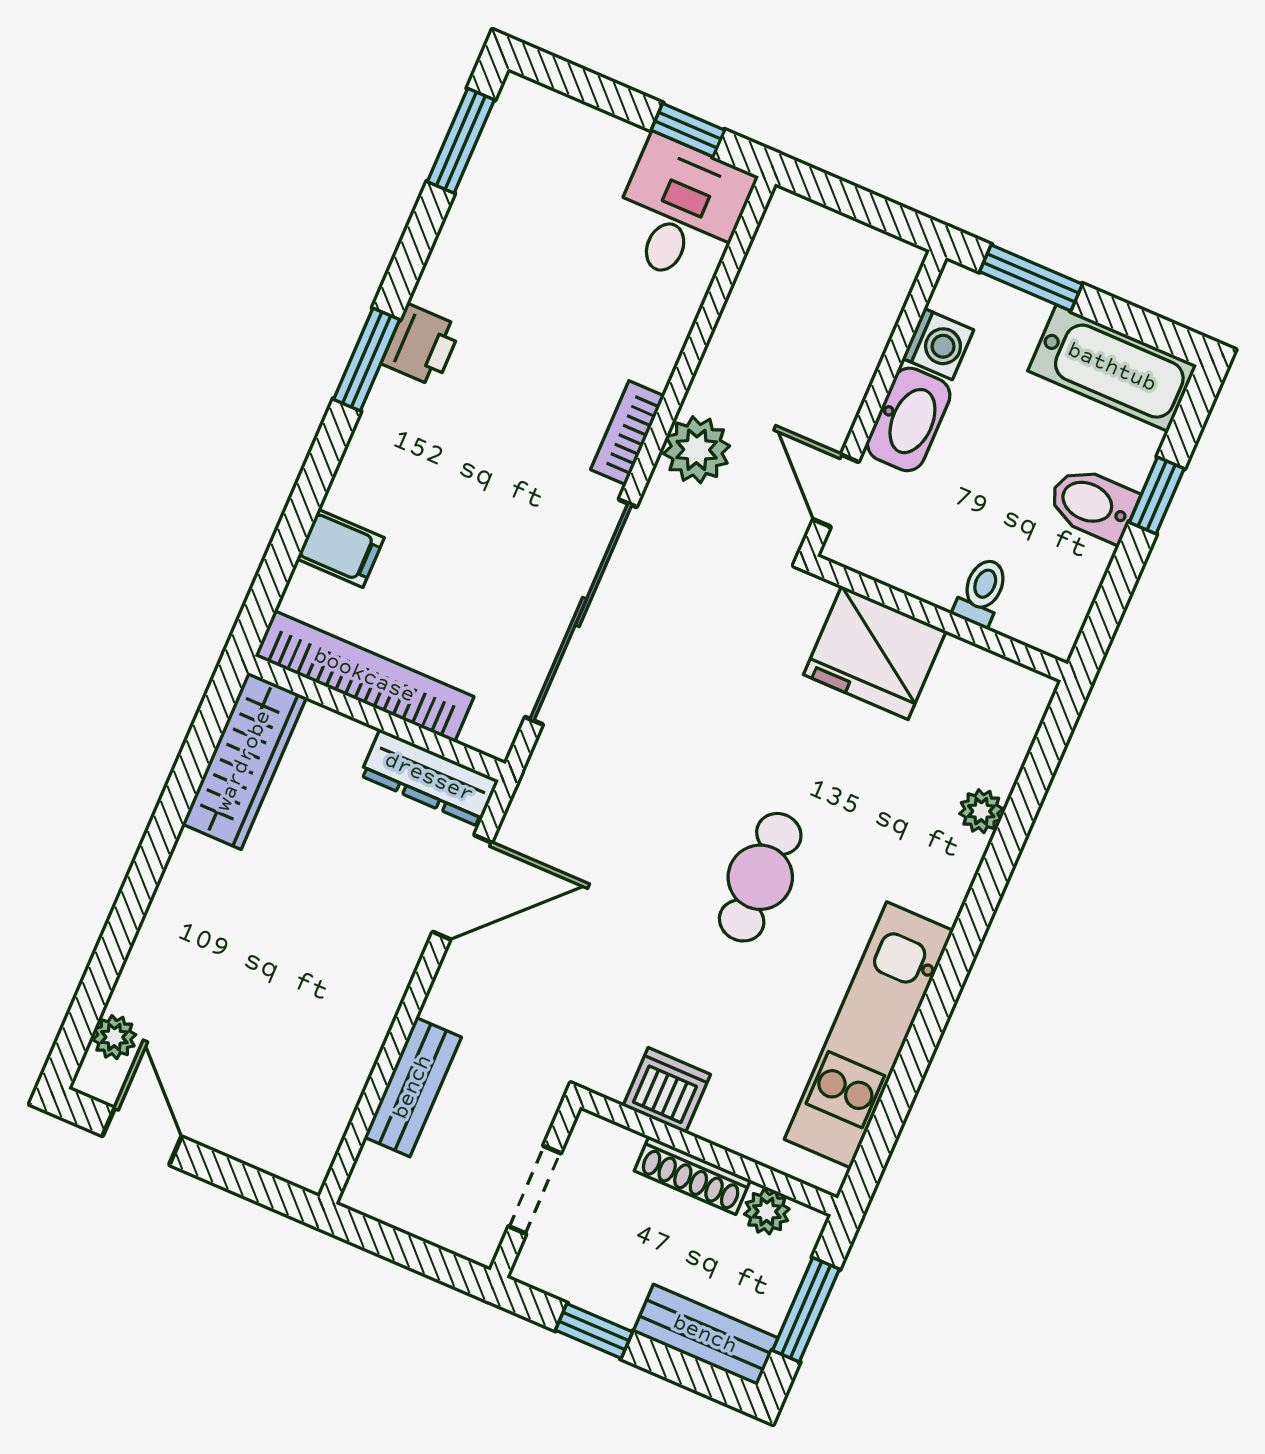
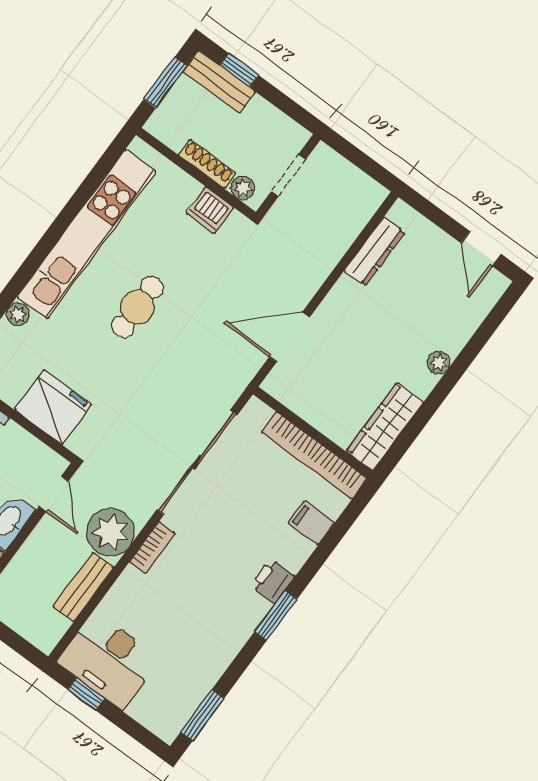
desk: (680, 211) -> (108, 660), width x1.37
printer: (421, 345) -> (273, 581), moved
plant: (697, 450) -> (110, 532), width x1.36, depth x1.36
dresser: (429, 778) -> (375, 252), moved, turned 90
kitchen unit: (869, 1035) -> (87, 234), width x1.36
plant: (114, 1037) -> (439, 363), moved
bench: (413, 1087) -> (83, 587), moved
plant: (767, 1212) -> (243, 188), moved
window: (594, 1331) -> (239, 70), moved

